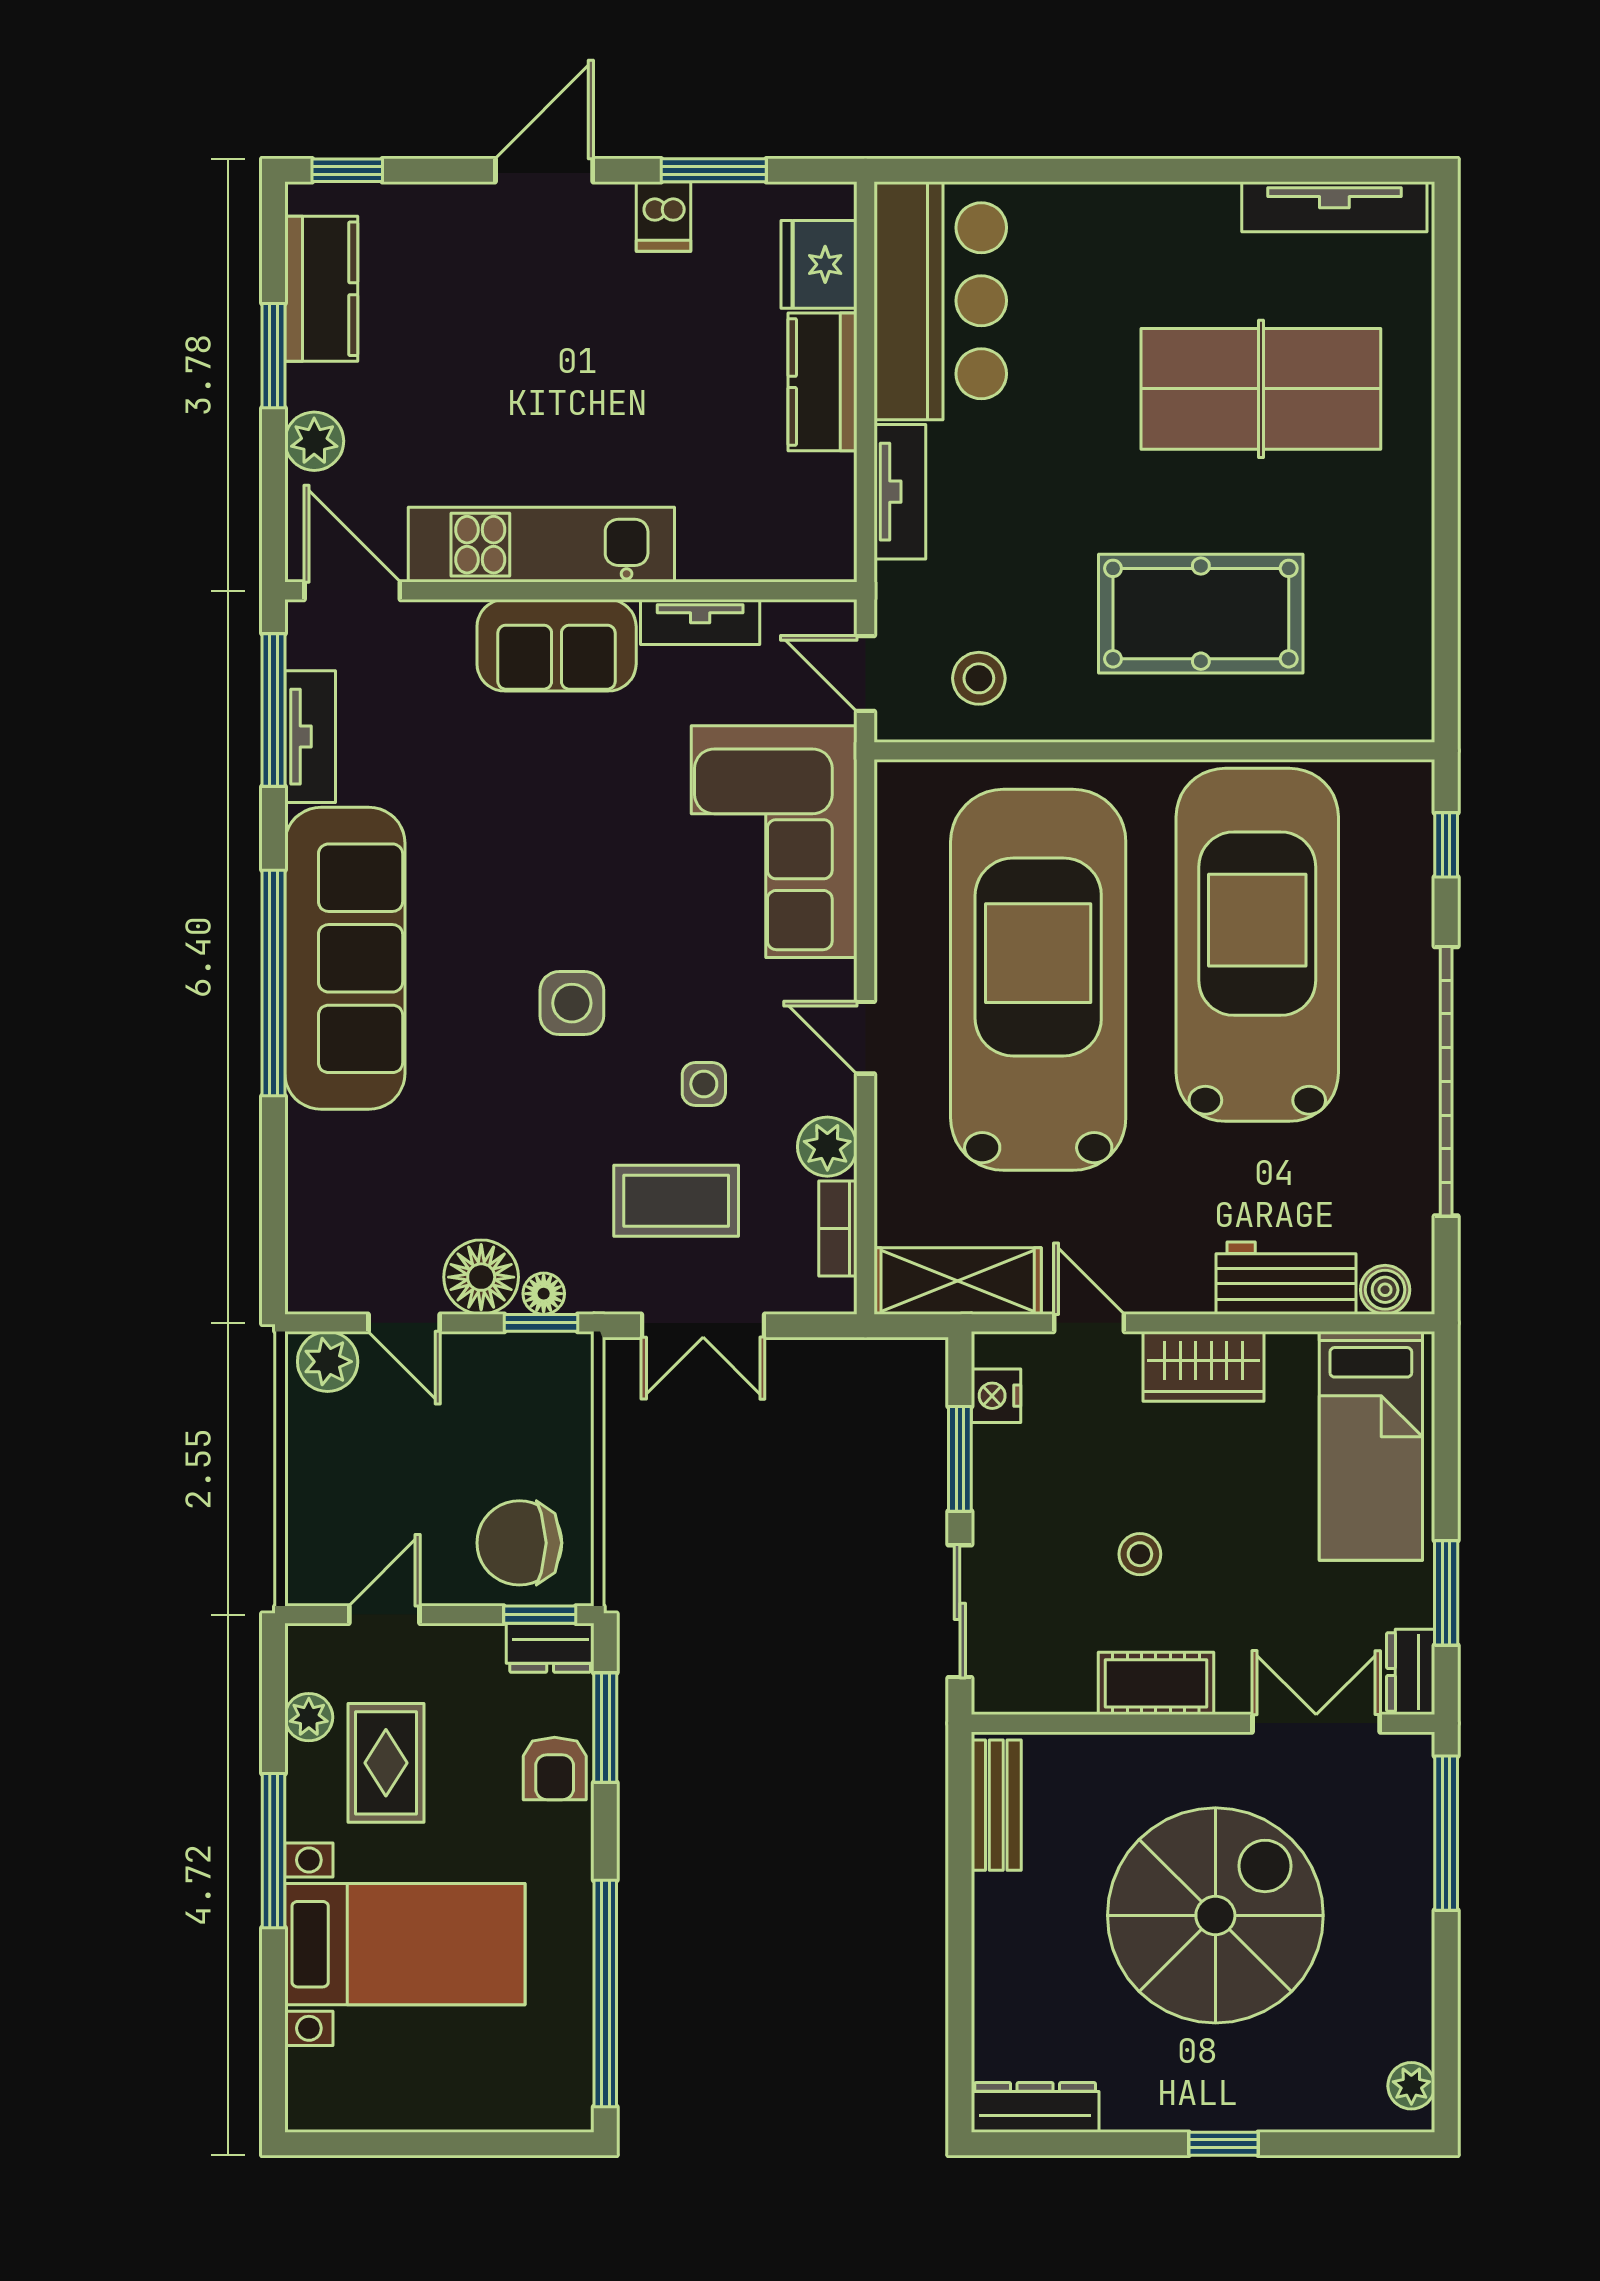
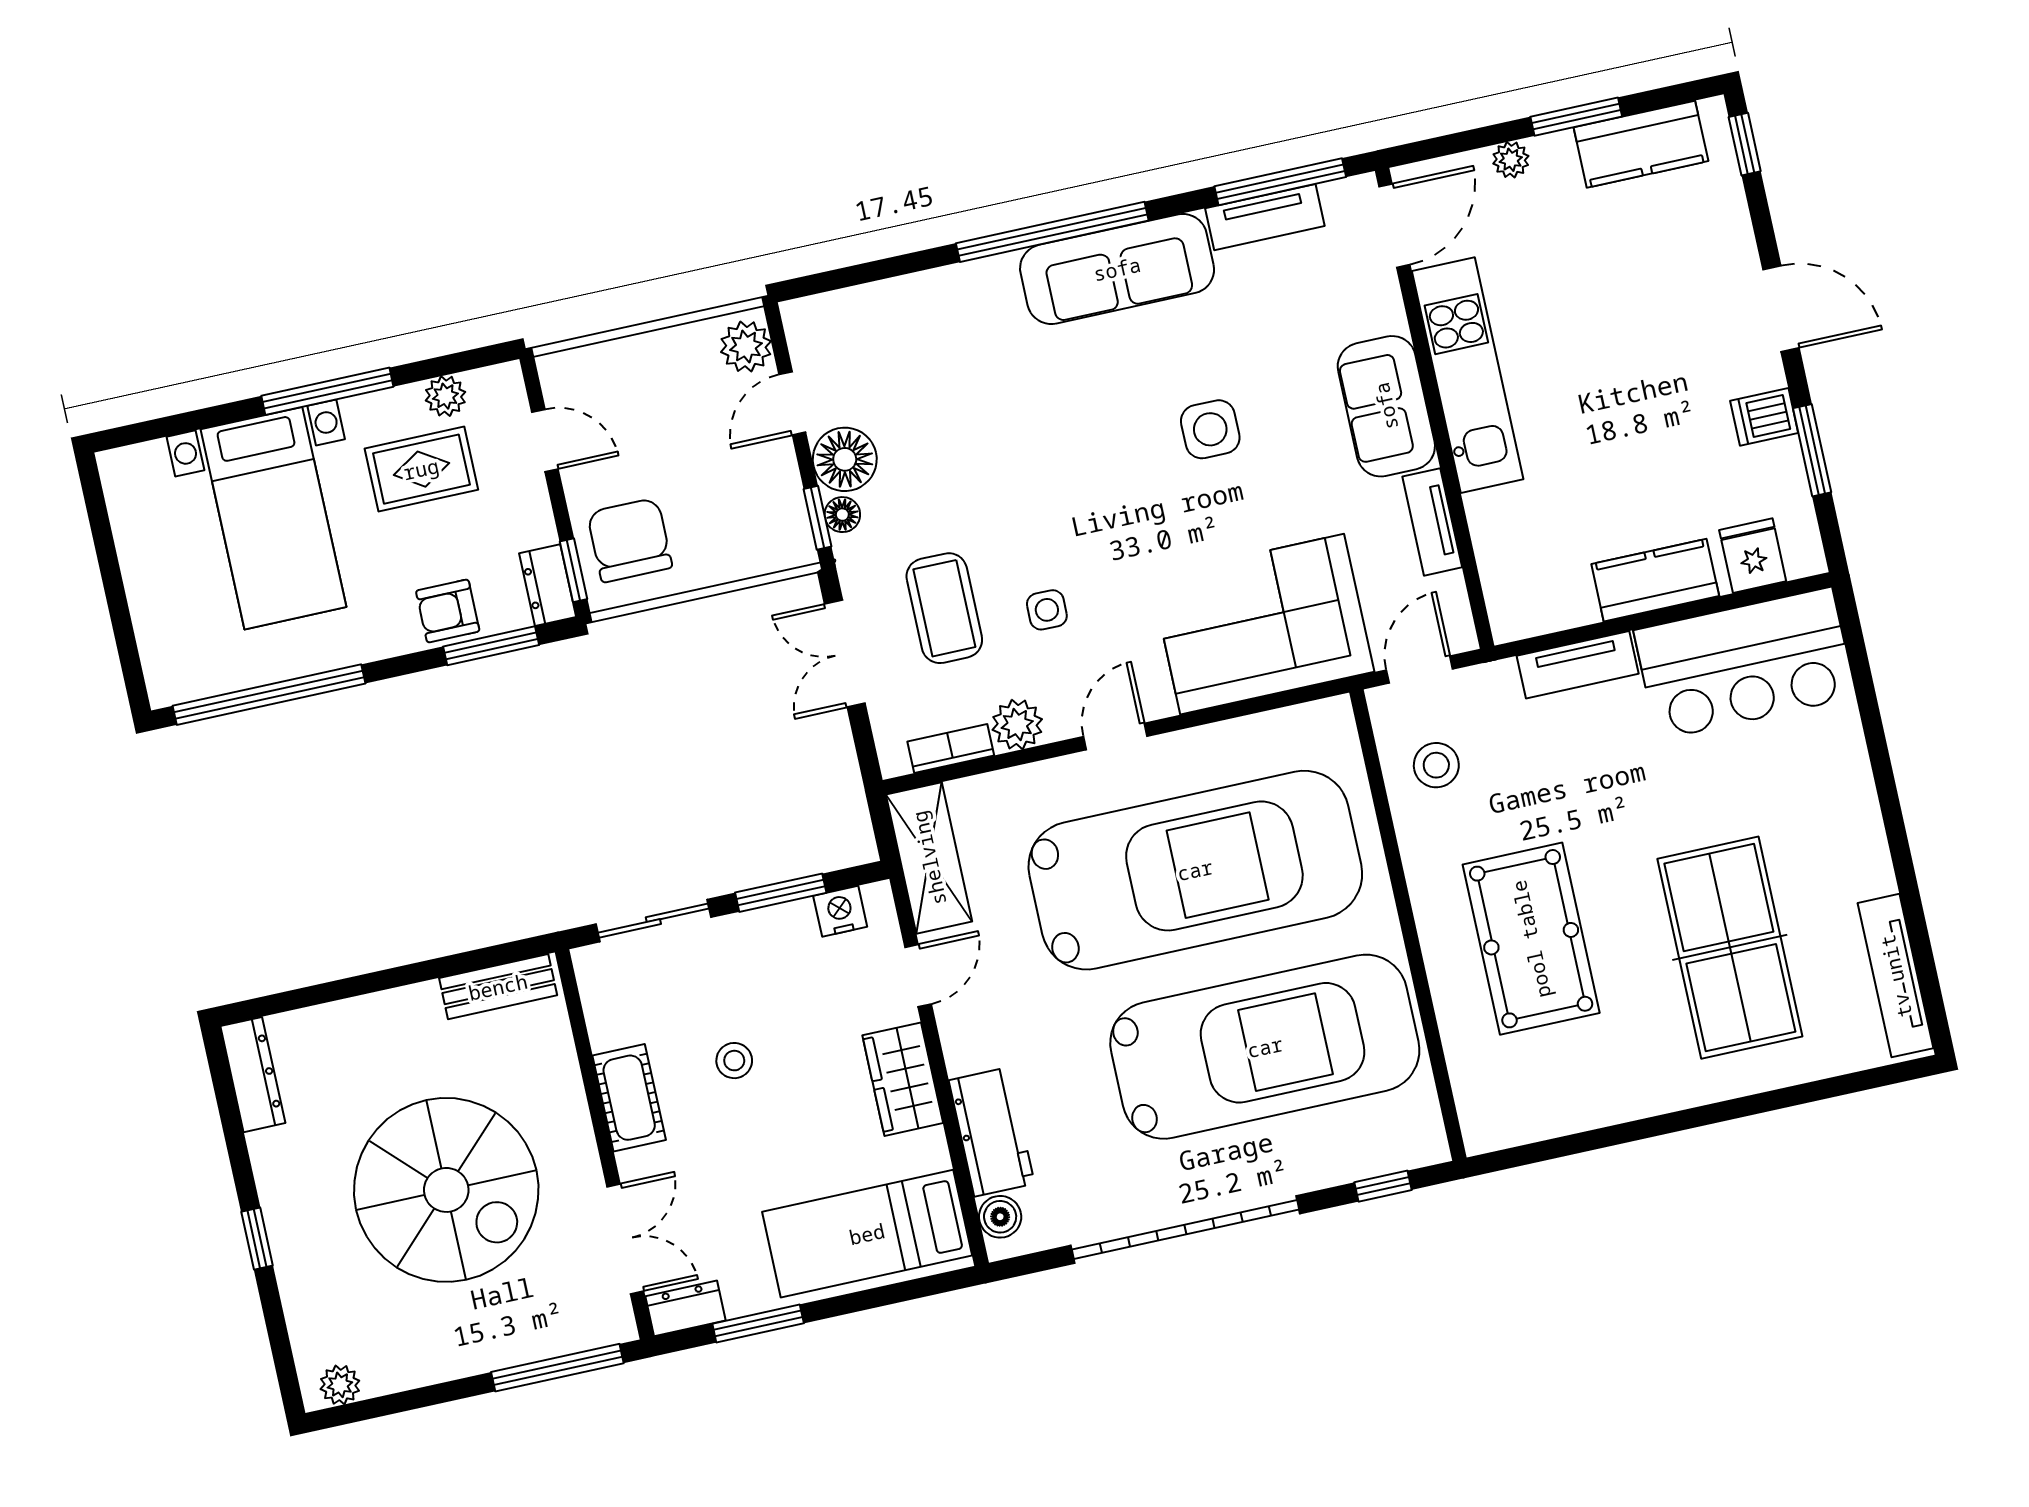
fridge: (819, 264) -> (1753, 556), width x0.72
plant: (314, 441) -> (1511, 160), width x0.73, depth x0.73
sofa: (345, 958) -> (1117, 269), width x0.74, depth x0.79
side table: (572, 1003) -> (1210, 429), moved

